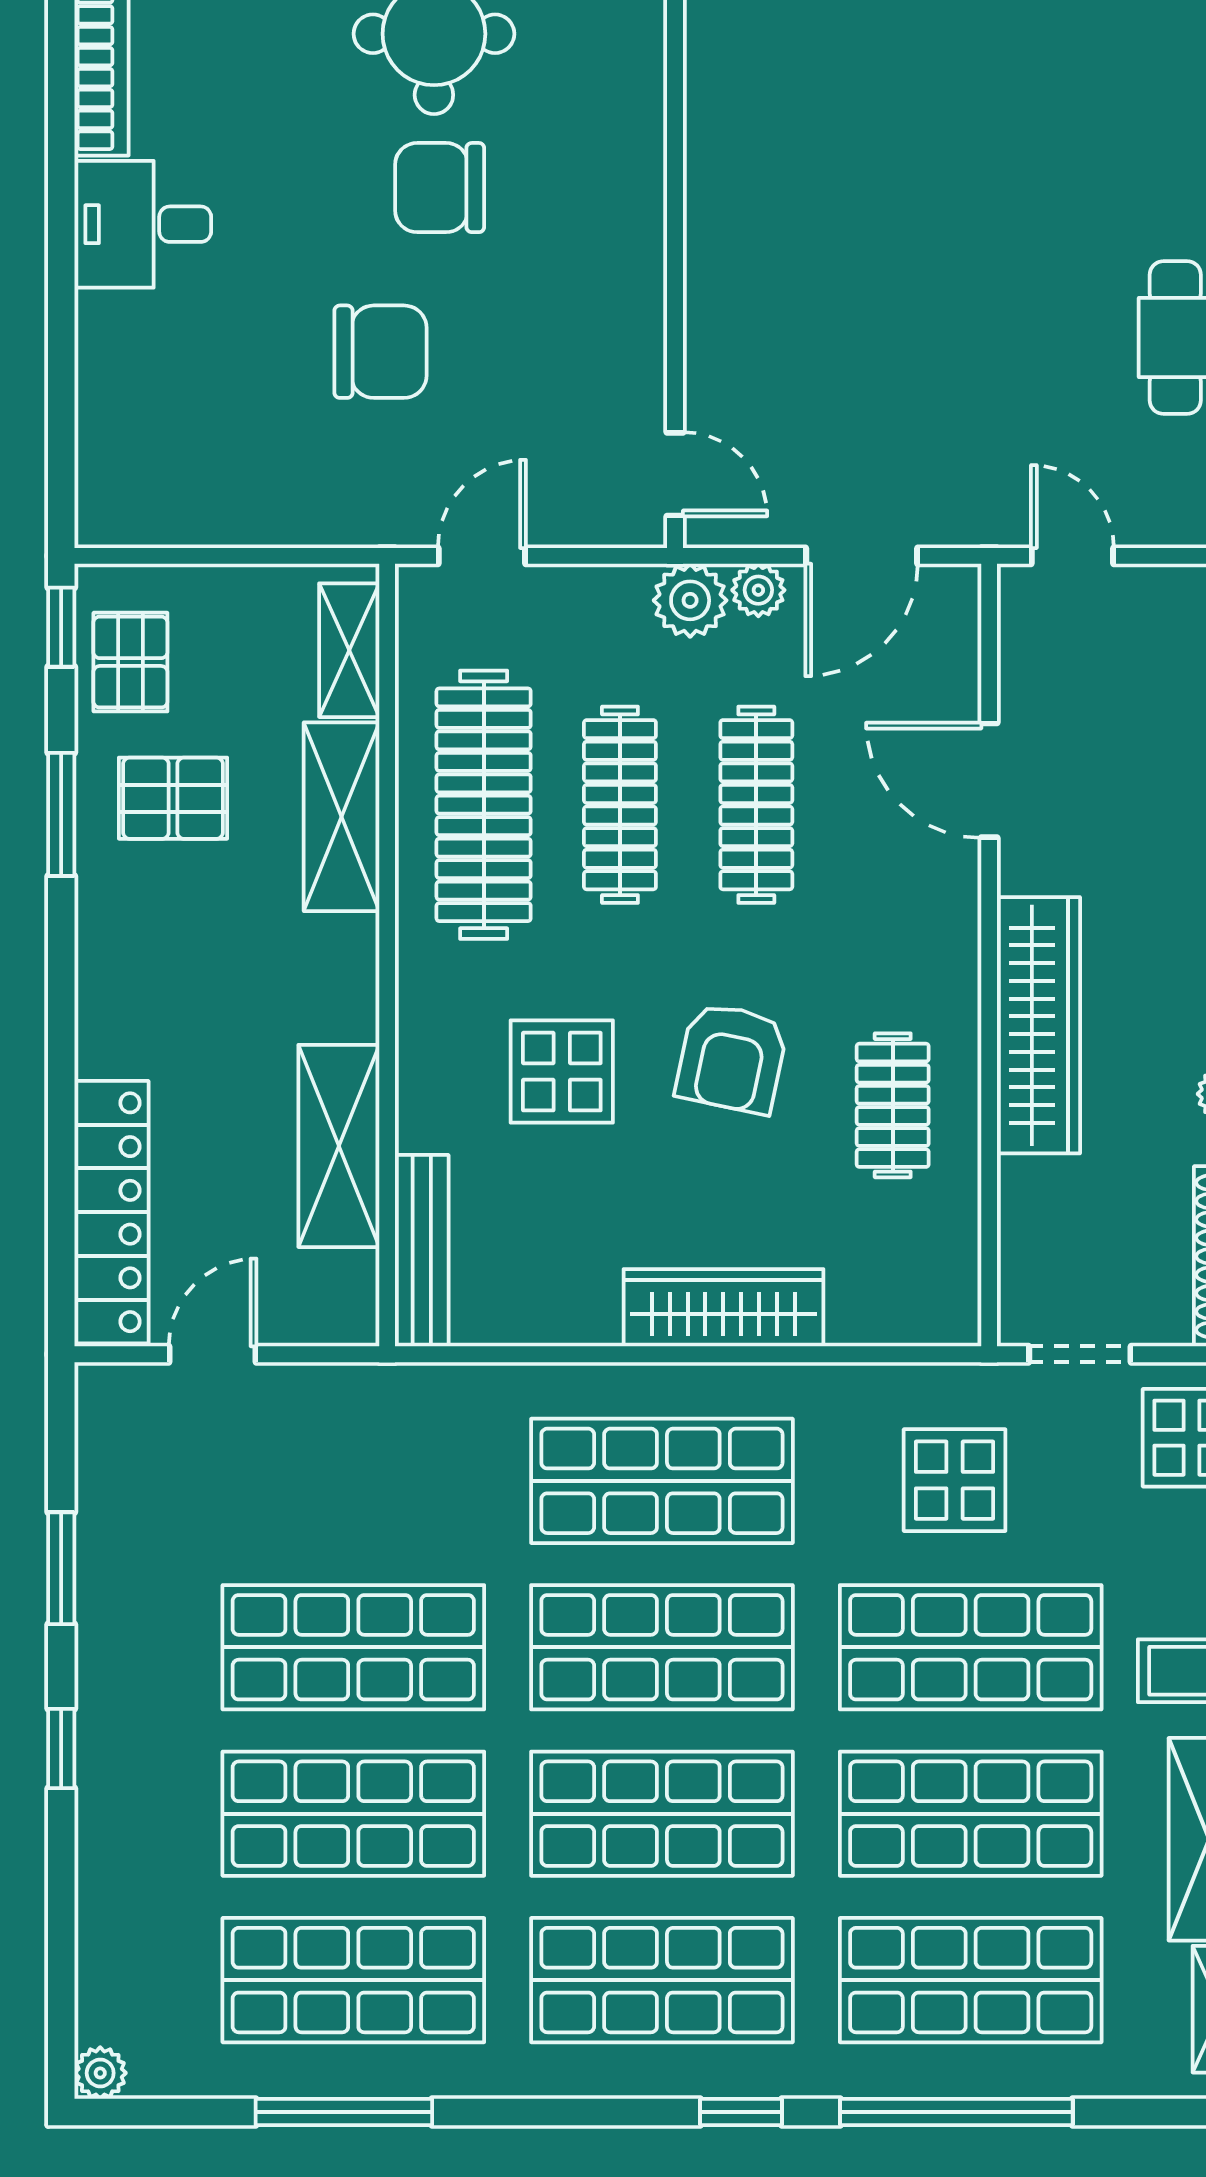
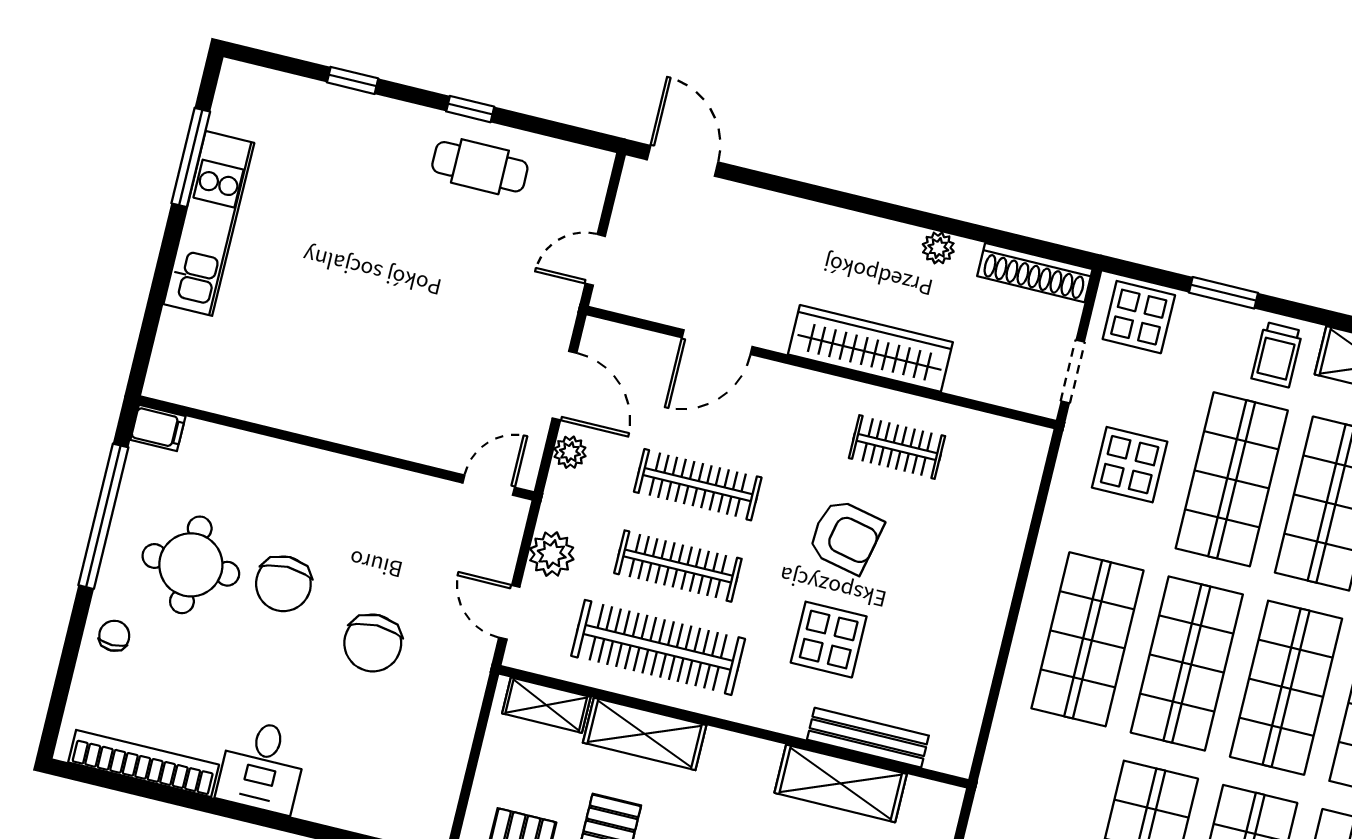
chair: (380, 352) -> (373, 643), turned 180
plant: (690, 600) -> (552, 554), moved
bench: (422, 1251) -> (868, 738), moved
wardrobe: (723, 1308) -> (993, 577), removed

